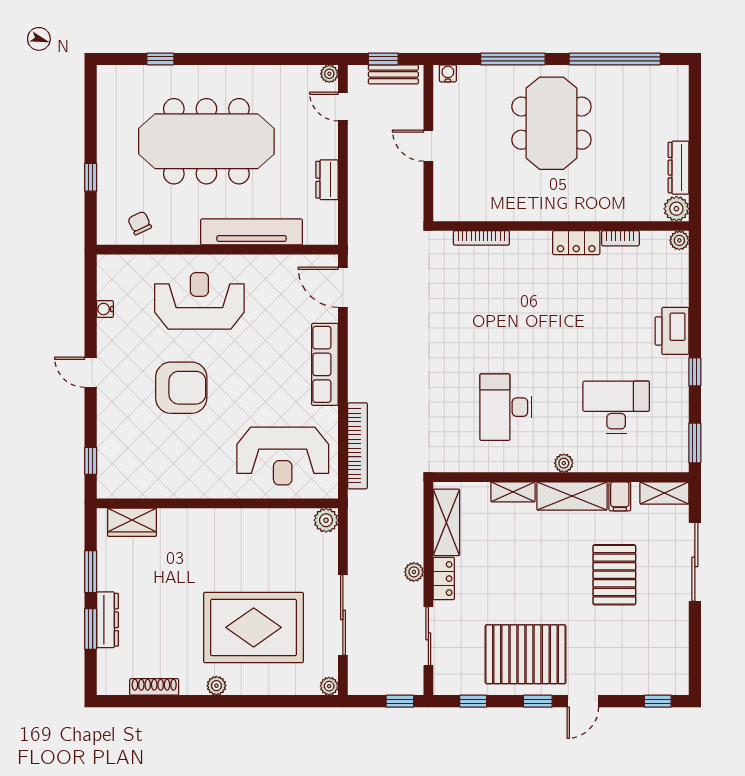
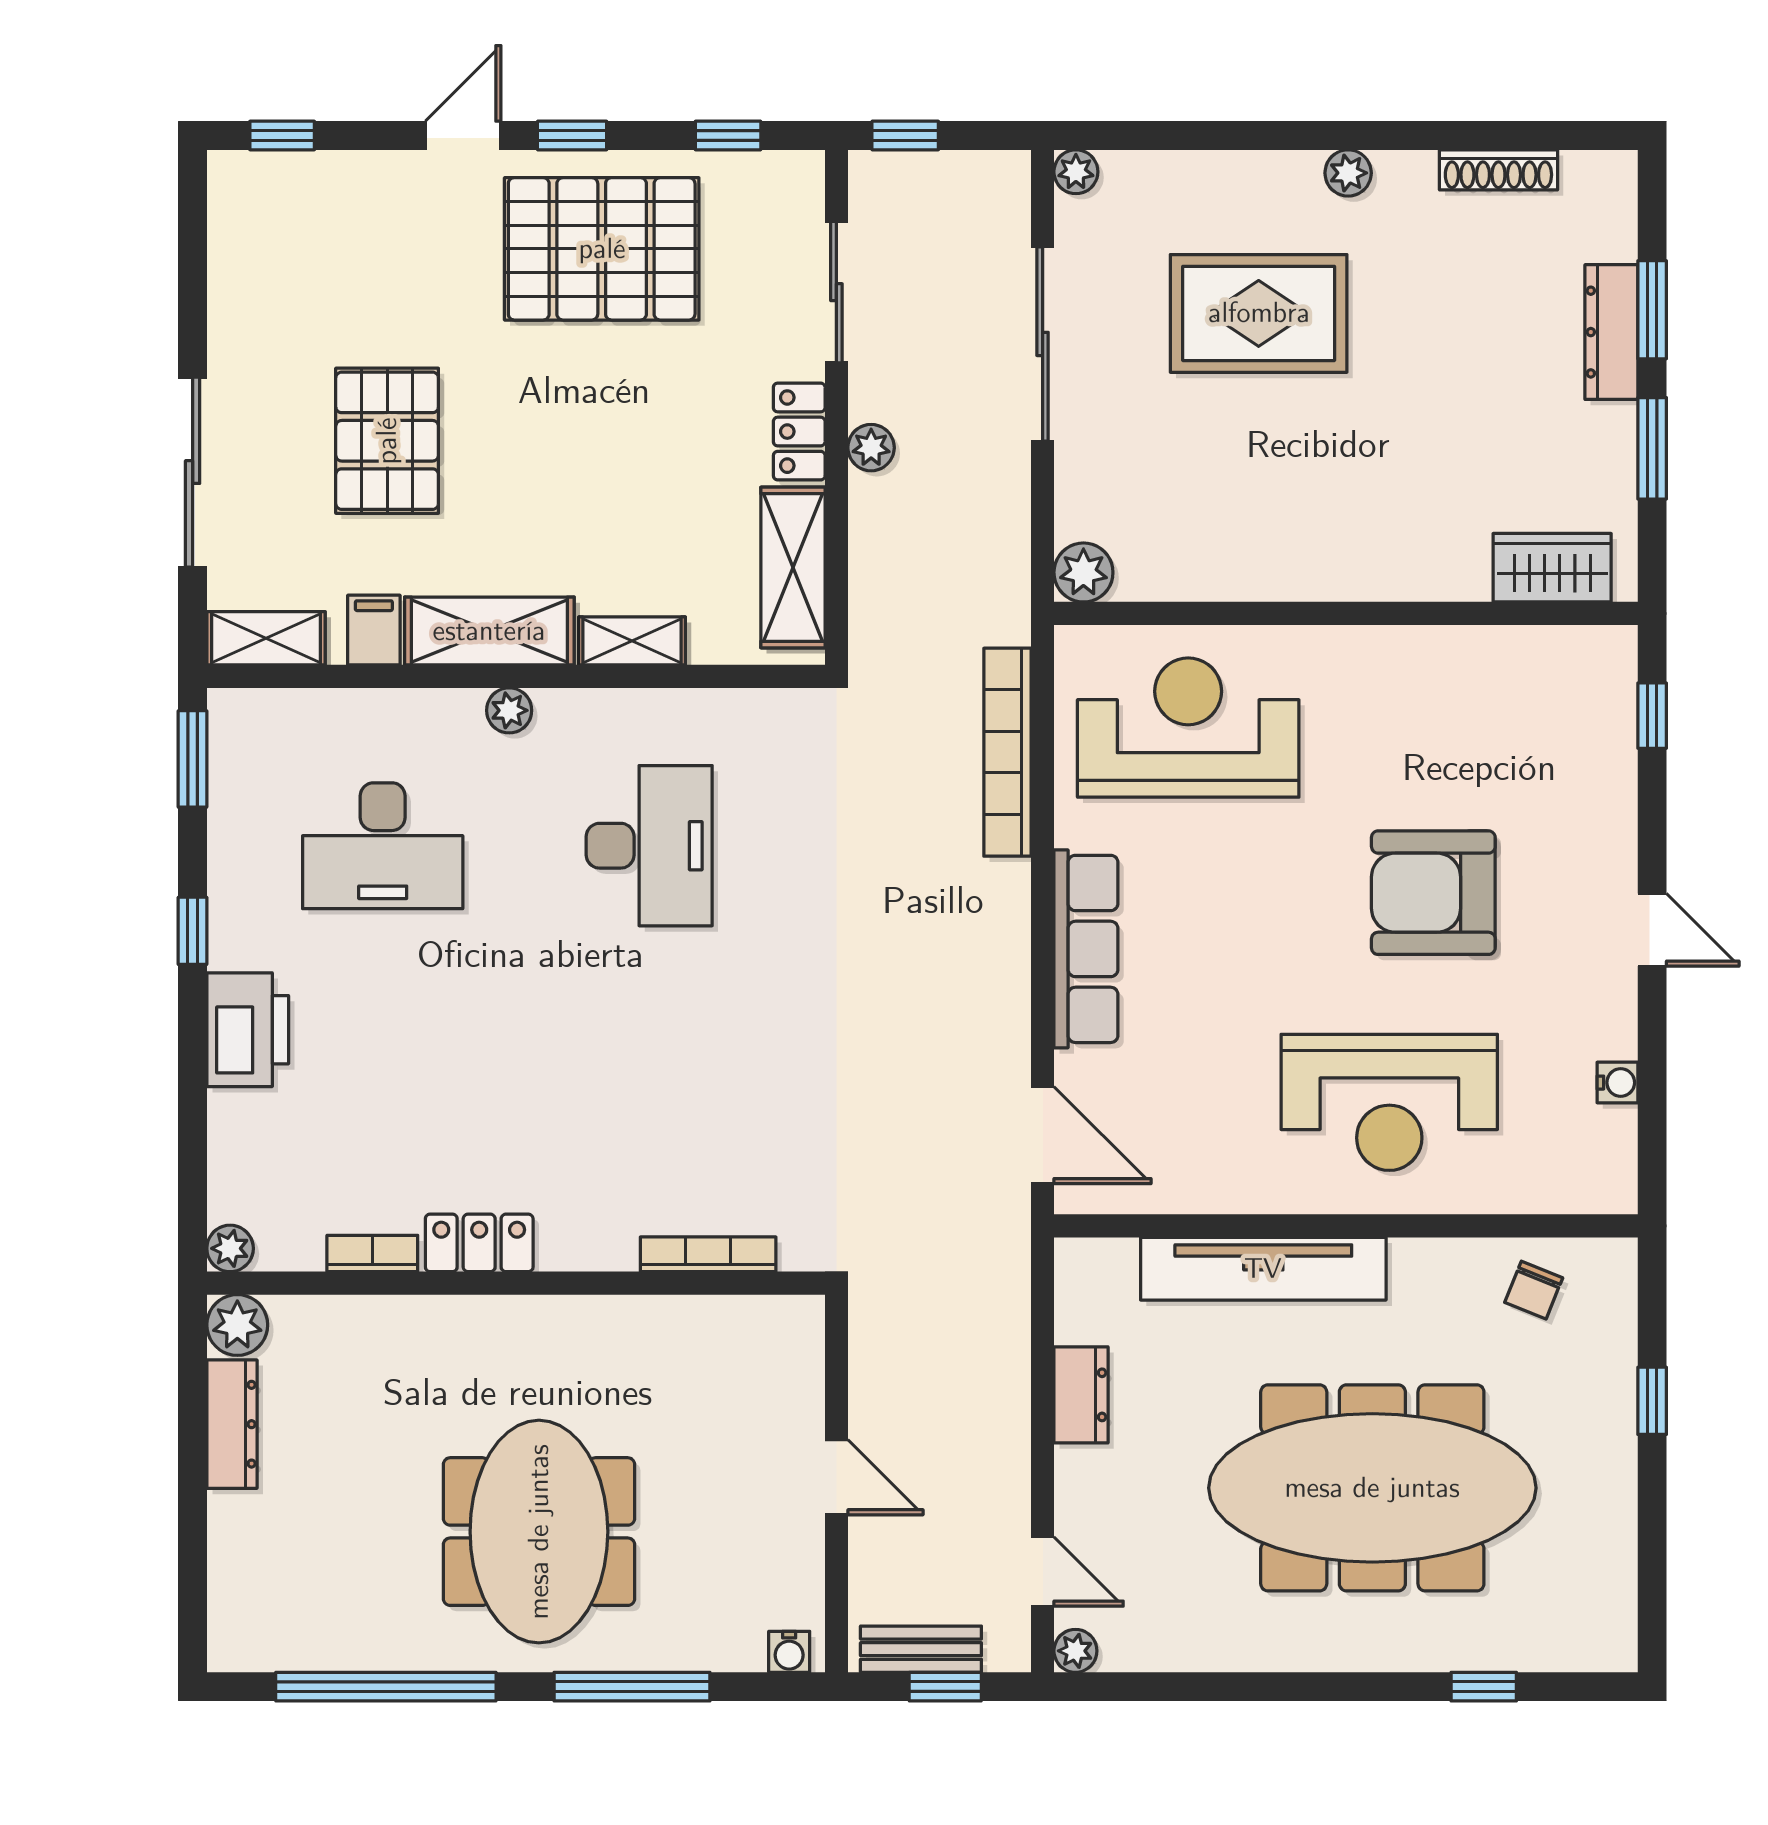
chair: (140, 223) -> (1534, 1290), turned 47
rug: (254, 627) -> (1259, 313), width x0.73, depth x0.69

